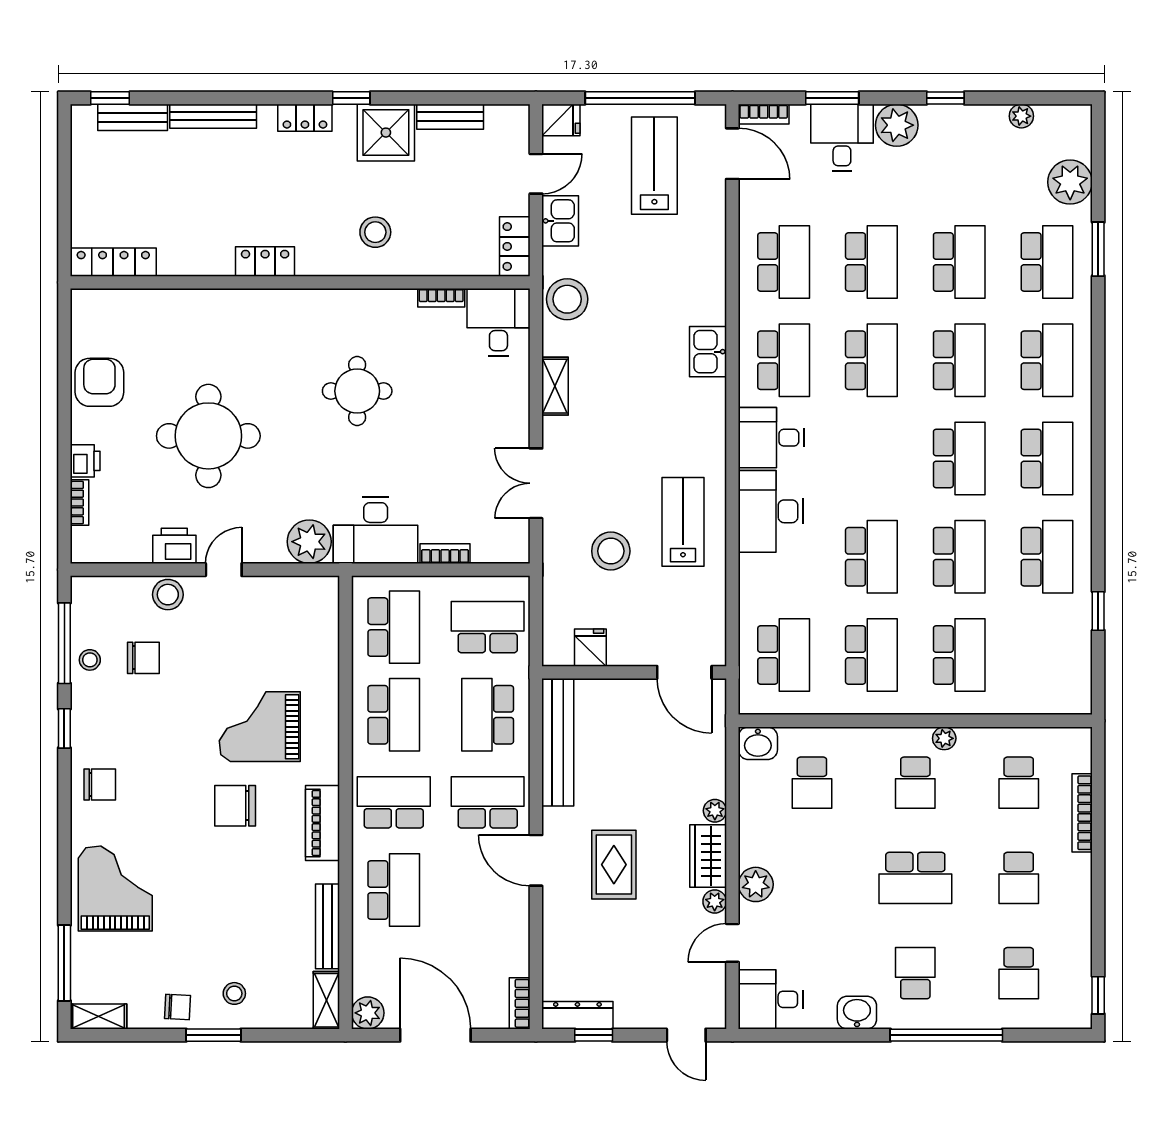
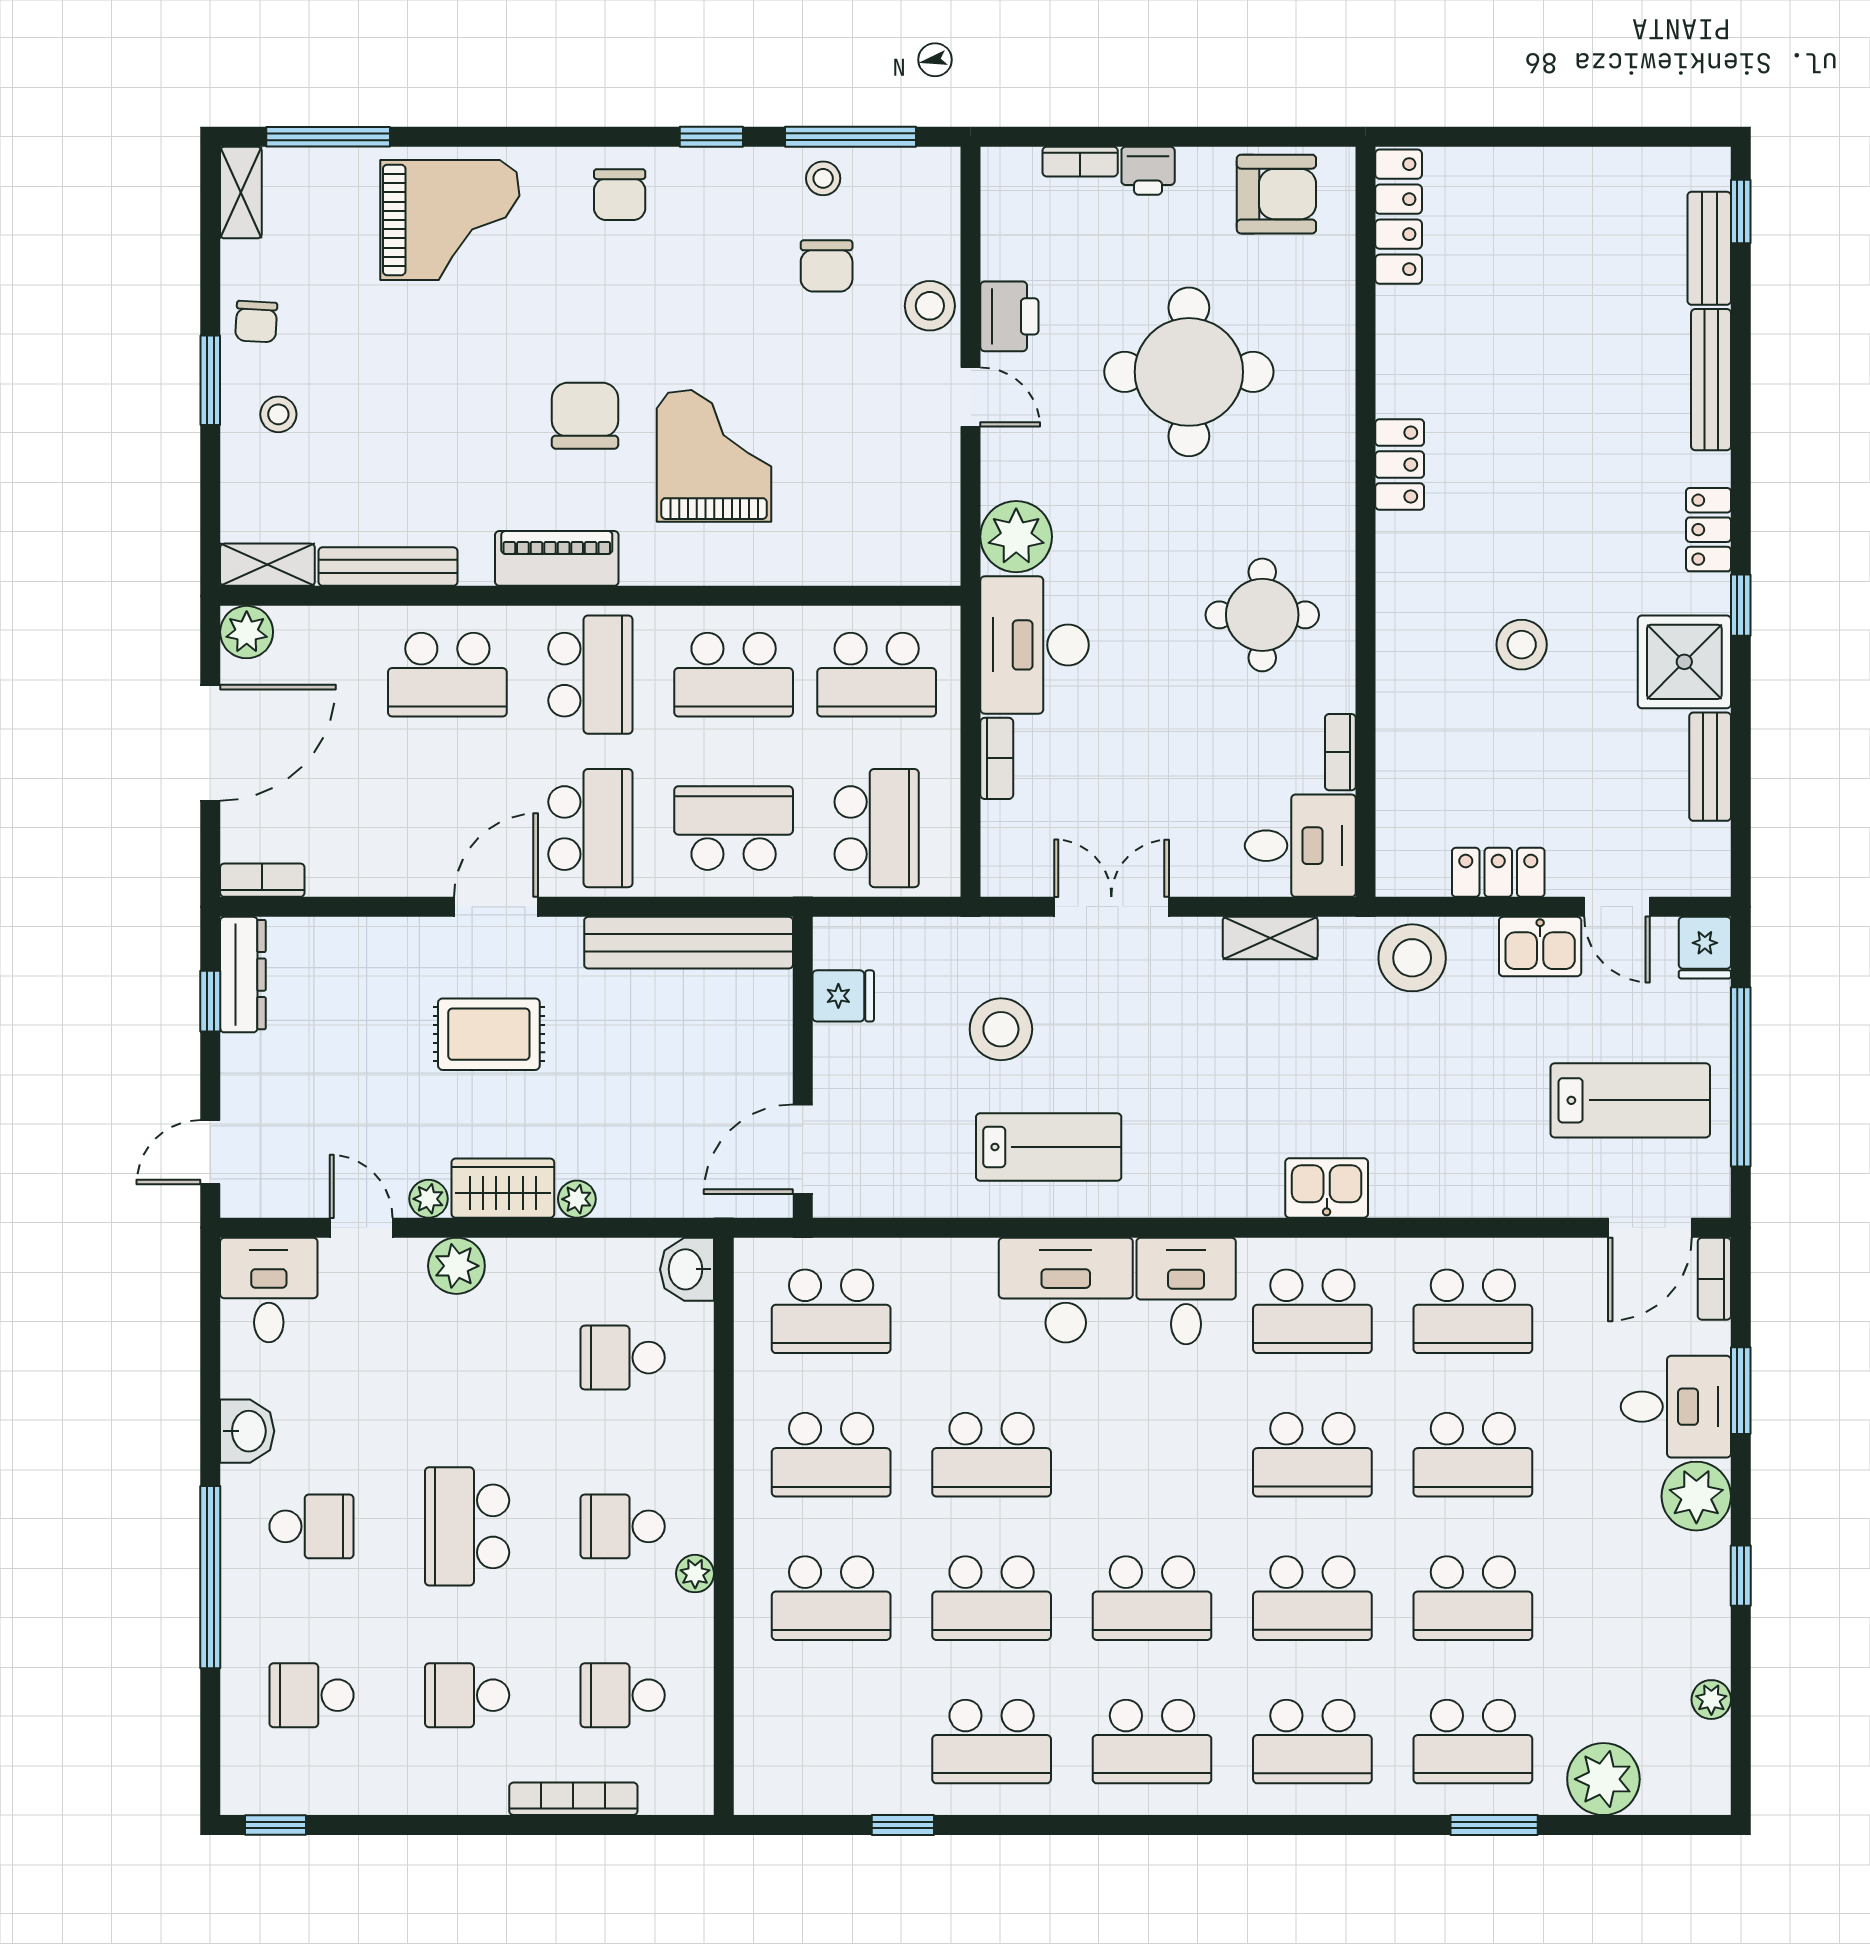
locker: (113, 262) -> (1399, 217), moved
locker: (265, 262) -> (1400, 465), moved
wall: (300, 282) -> (1366, 522), moved
bookcase: (441, 298) -> (1340, 752), moved
desk: (498, 322) -> (1300, 846), moved

